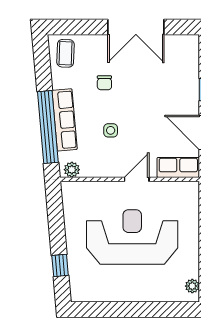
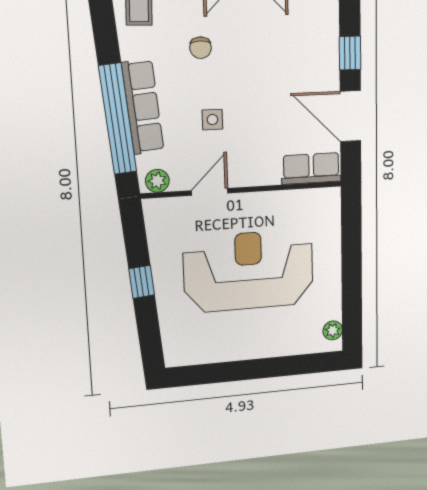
door: (137, 179) -> (210, 192), moved
window: (60, 265) -> (142, 282), moved

